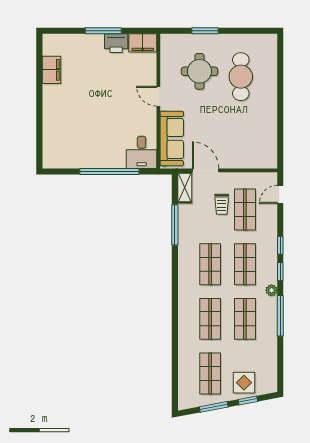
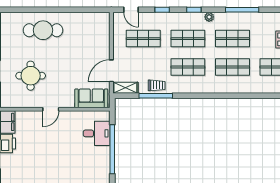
cafe table: (241, 77) -> (43, 30), moved
sofa: (172, 138) -> (91, 98), width x0.73
desk: (142, 152) -> (97, 133), moved
trolley: (222, 204) -> (157, 85), moved
window: (280, 245) -> (162, 10), moved
window: (280, 316) -> (242, 10), moved

